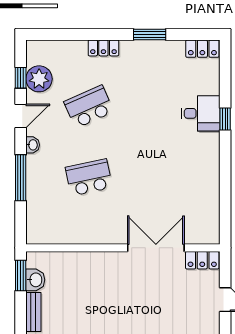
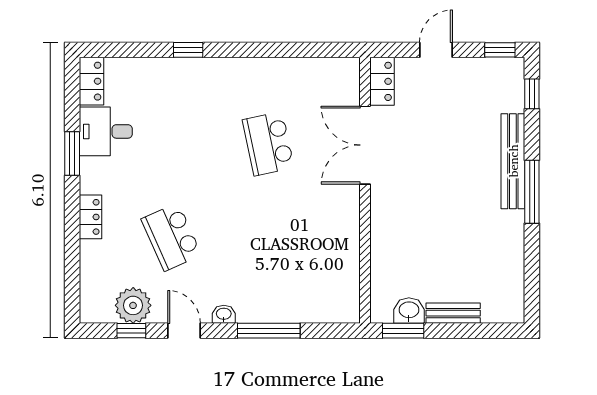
desk: (201, 113) -> (106, 131), moved, turned -90
school desk: (89, 177) -> (268, 144), moved

